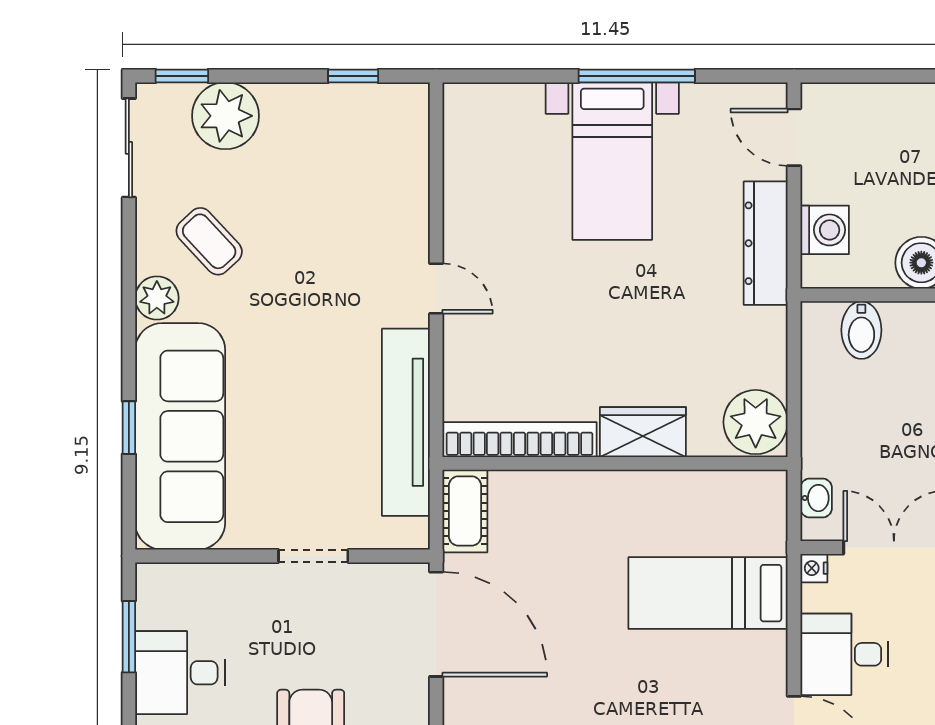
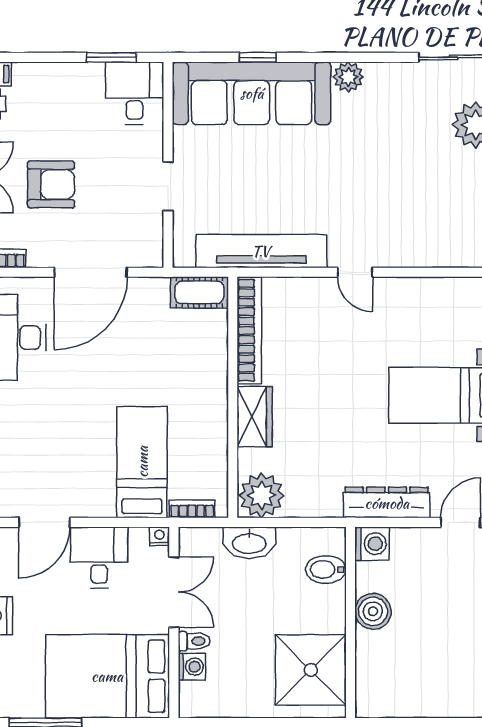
washing machine: (825, 230) -> (372, 544), moved, turned -90
coffee table: (209, 241) -> (388, 113), removed
door: (436, 289) -> (355, 272), hinge flipped
washbasin: (816, 498) -> (249, 543), moved, width x1.91, depth x1.45
bookcase: (775, 522) -> (192, 509), added
door: (436, 624) -> (91, 272), moved
desk: (180, 673) -> (135, 93), moved

